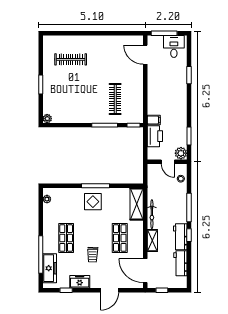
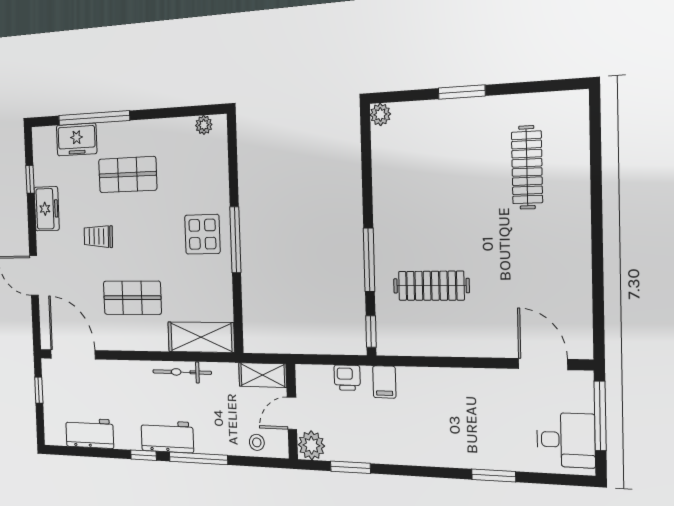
door: (145, 55) -> (543, 364), hinge flipped
printer: (155, 136) -> (347, 378), width x0.53, depth x0.68
workbench: (180, 237) -> (167, 436), moved
shelving: (152, 241) -> (263, 375), moved
freezer: (50, 268) -> (77, 139), width x0.71
door: (145, 271) -> (73, 354), hinge flipped

